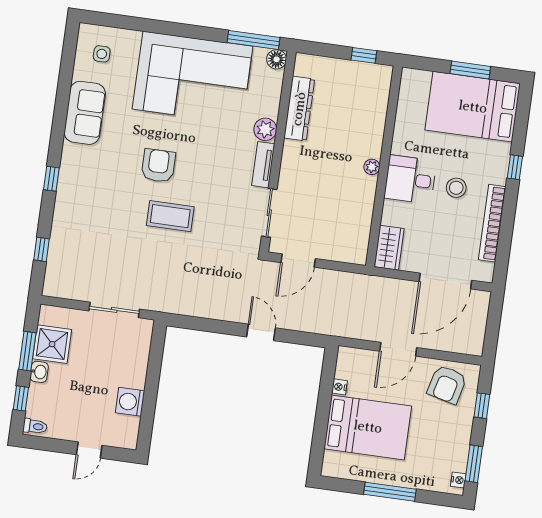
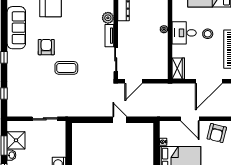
sofa: (85, 113) -> (16, 28), width x1.36
armchair: (158, 166) -> (46, 47), moved
door: (398, 349) -> (190, 119), hinge flipped

